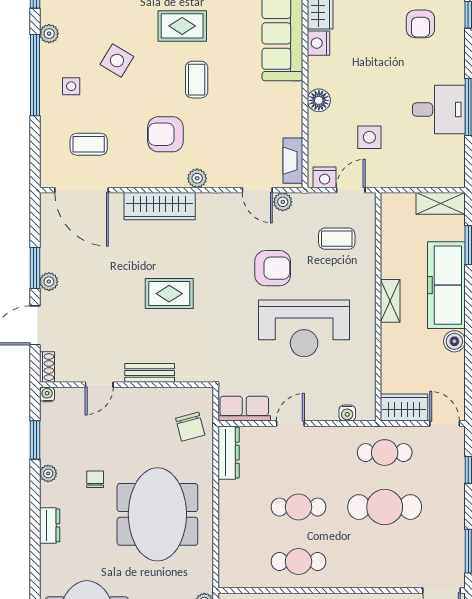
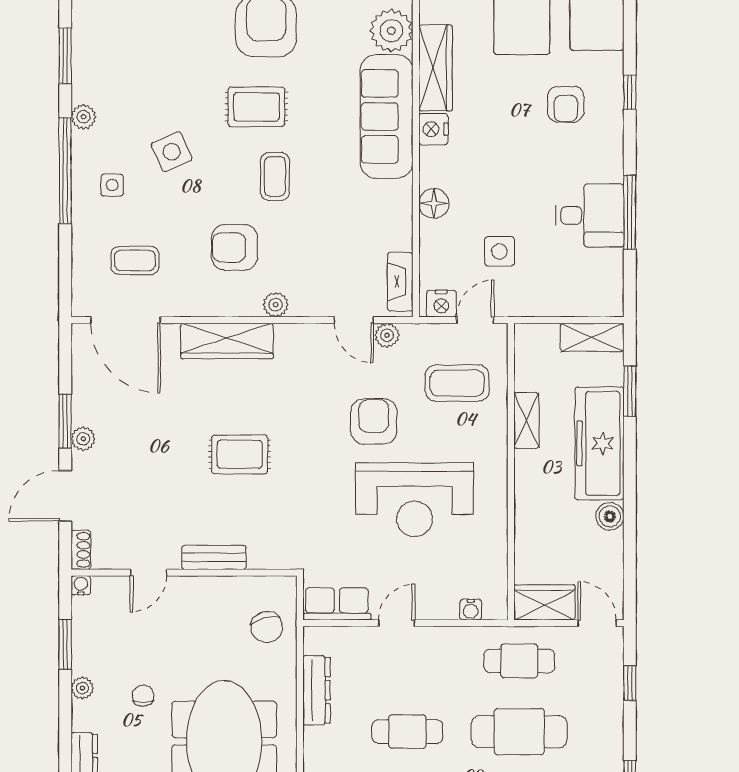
side table: (117, 60) -> (172, 152), turned 35
coffee table: (337, 239) -> (457, 383), width x1.36, depth x1.30
armchair: (273, 268) -> (374, 421), turned -90
shelving: (390, 301) -> (526, 420), moved
dresser: (229, 453) -> (317, 690), moved

